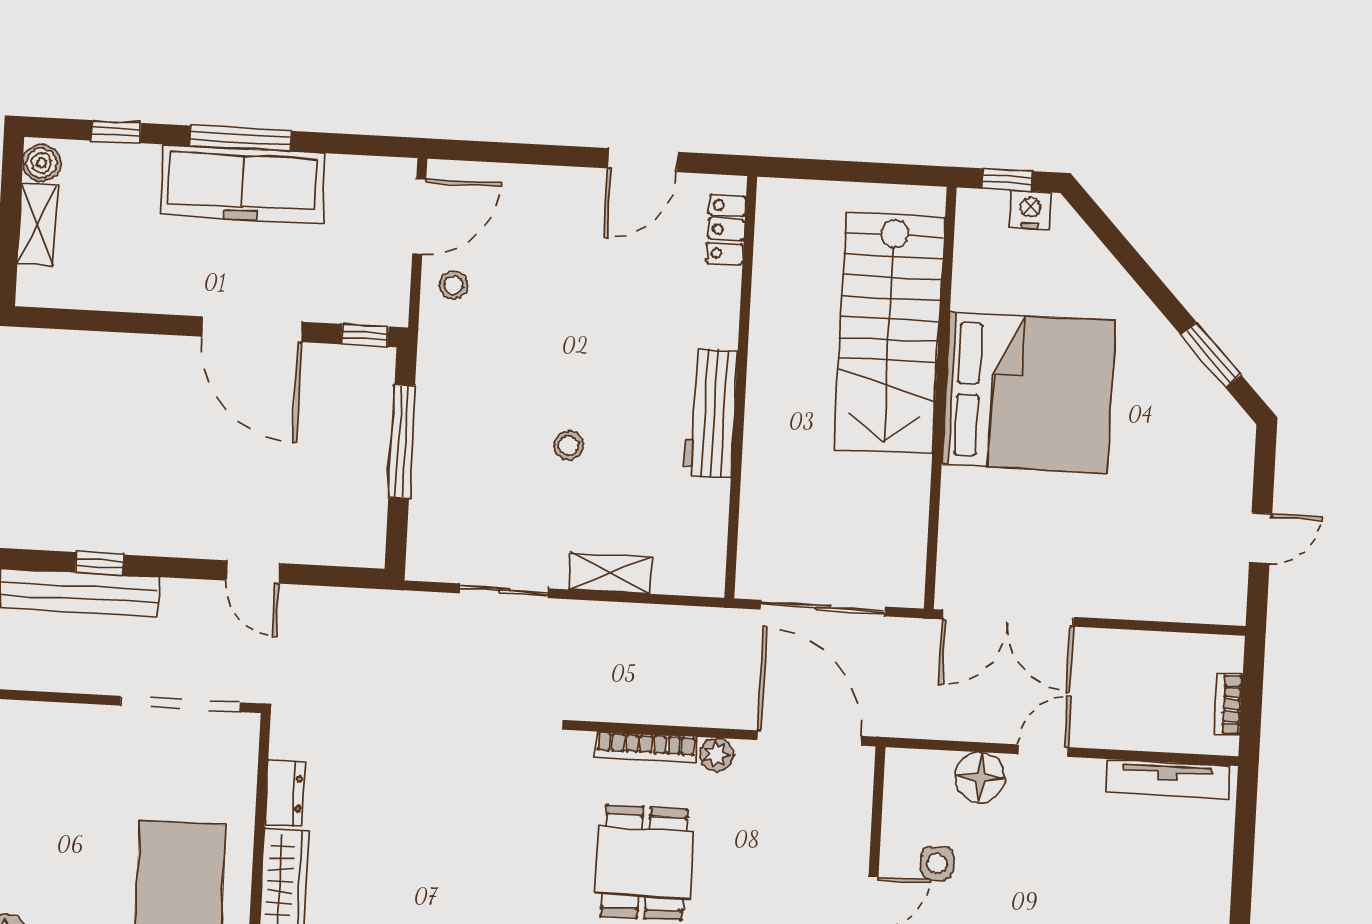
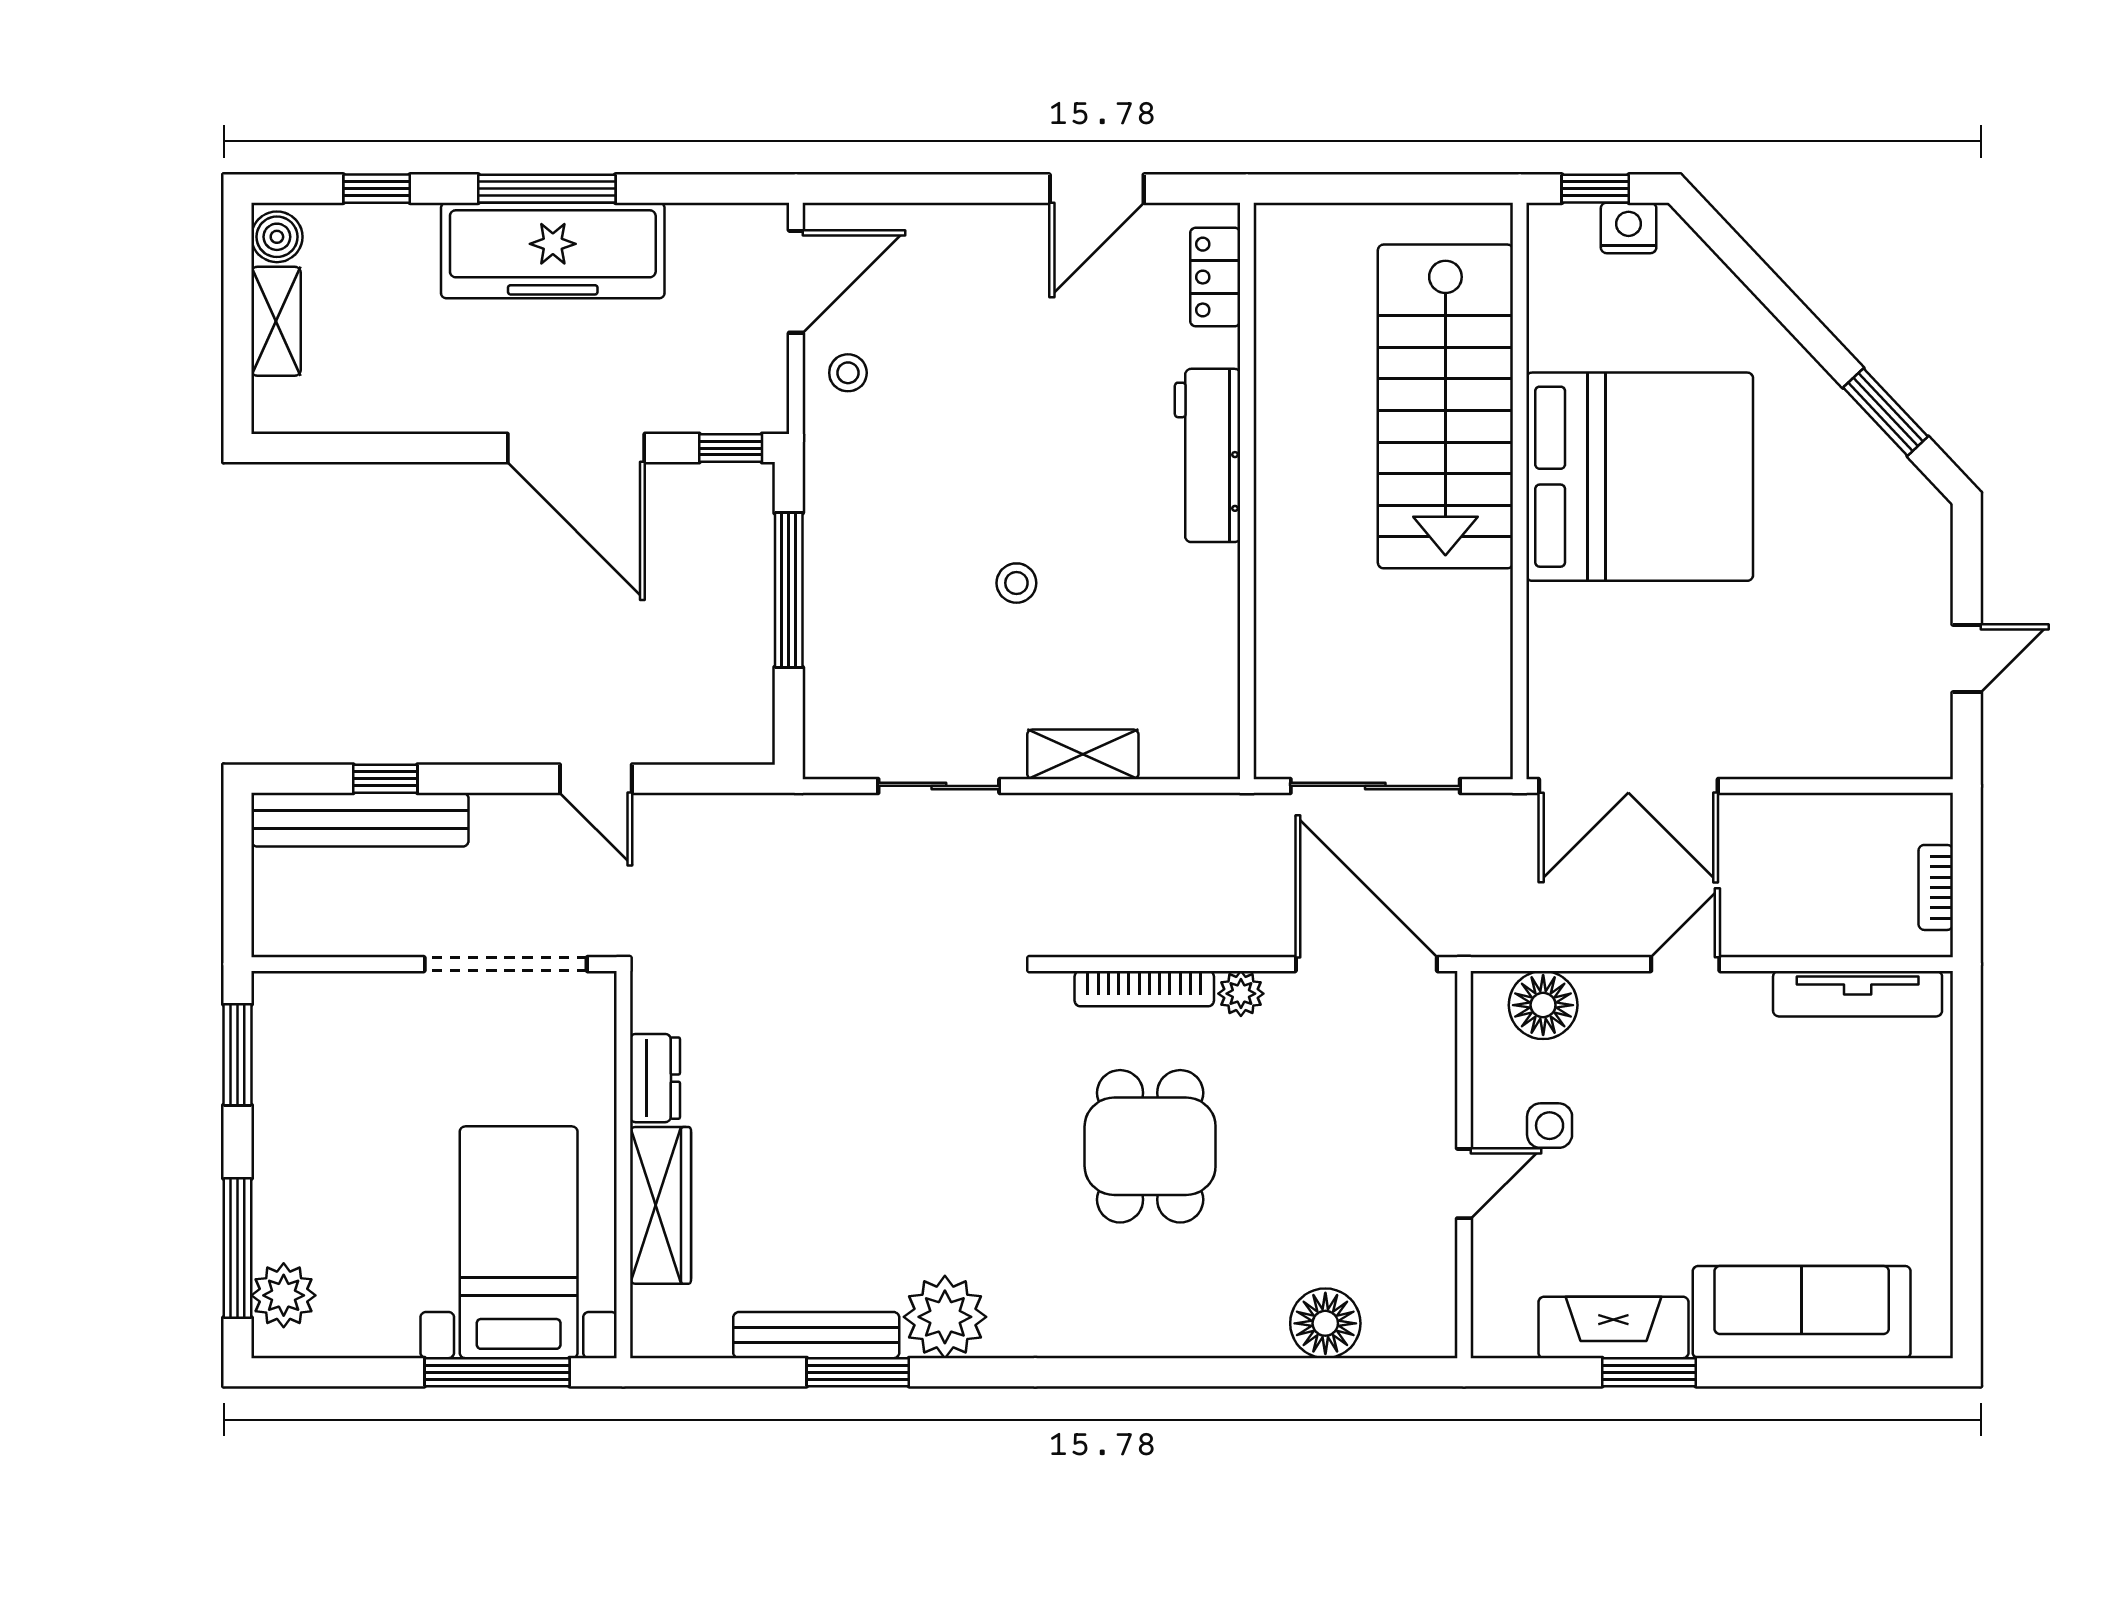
workbench: (711, 413) -> (1208, 455), moved
floor lamp: (980, 777) -> (1543, 1005), moved

